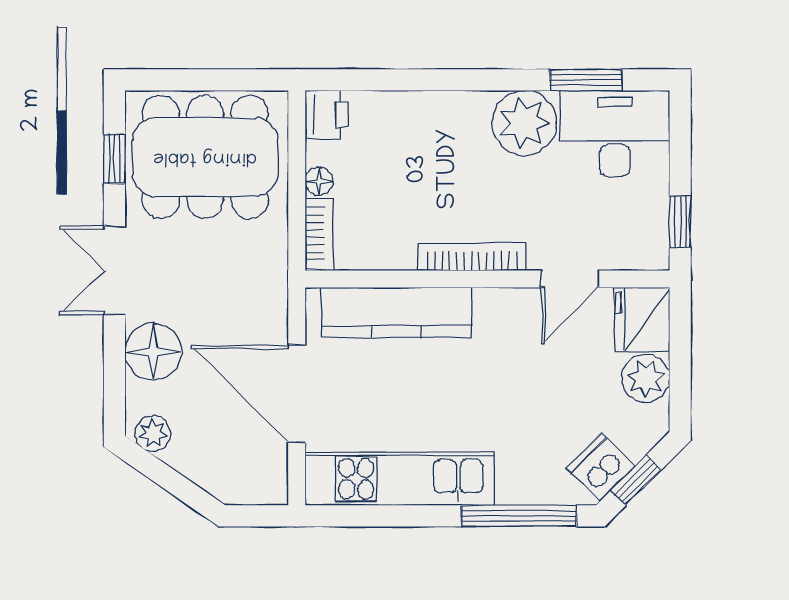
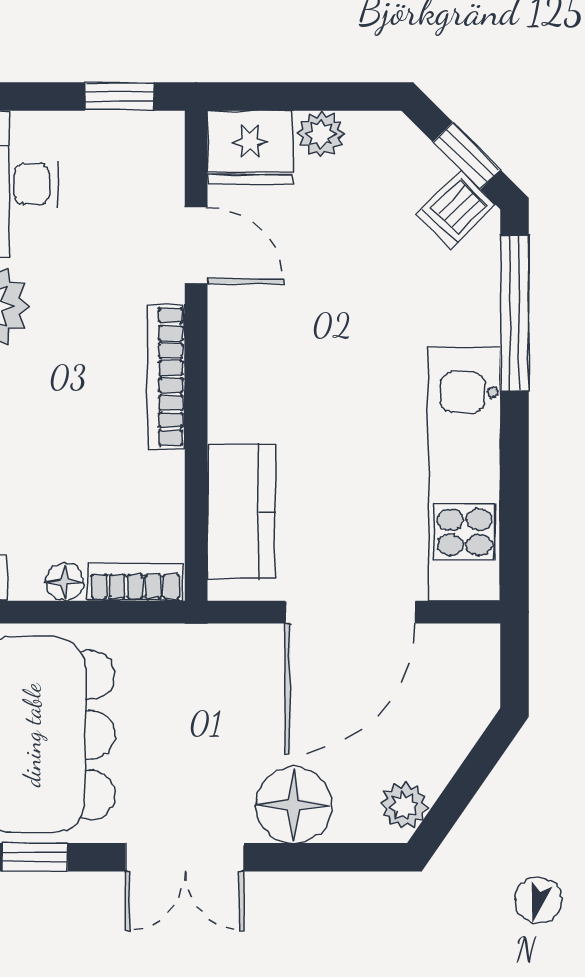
kitchen counter: (397, 312) -> (241, 512), width x0.67
plant: (646, 378) -> (321, 134), width x0.73, depth x0.73
dishwasher: (601, 467) -> (456, 210), width x0.73

